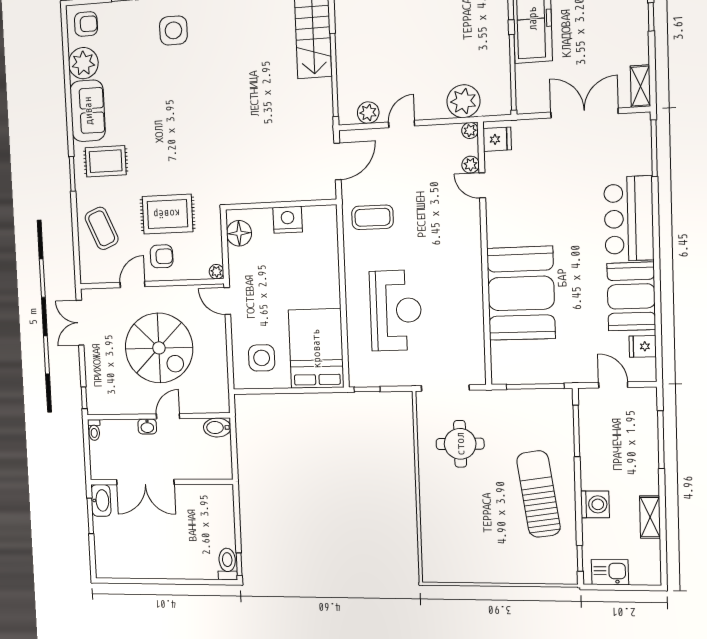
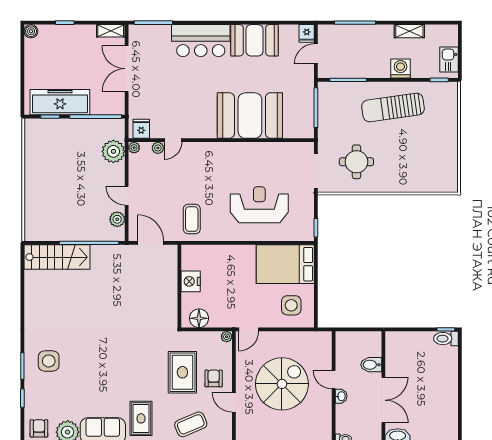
fridge: (643, 346) -> (307, 33), moved
bidet: (217, 428) -> (371, 365), moved, turned 90

